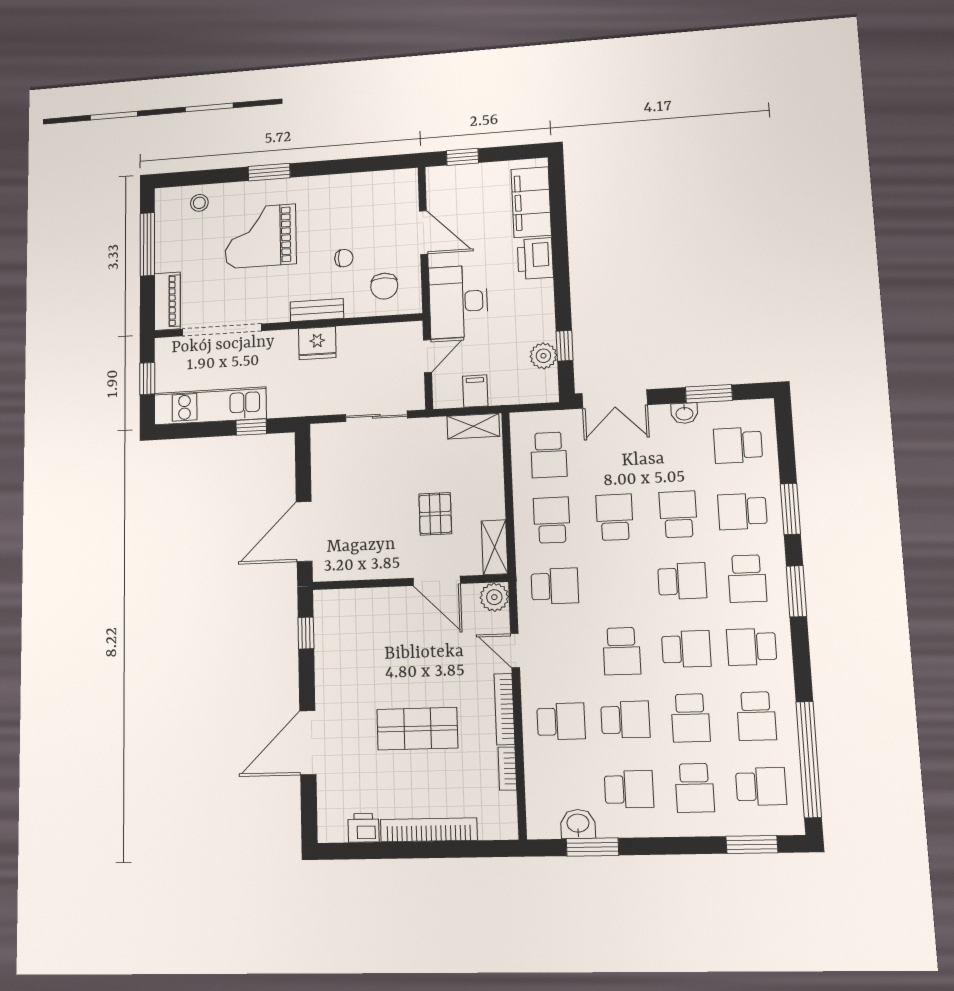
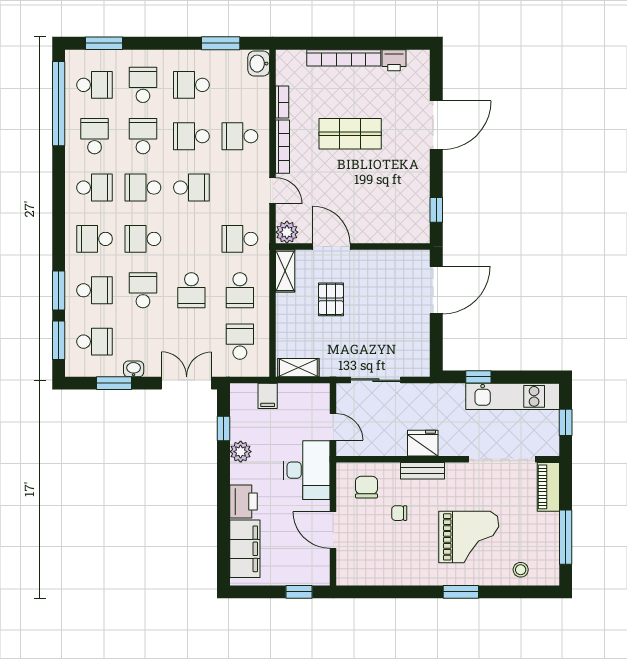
door: (428, 356) -> (333, 427), swing flipped
plant: (543, 356) -> (241, 452), moved
filing cabinet: (475, 391) -> (268, 396), moved
school desk: (678, 514) -> (143, 290), turned 180
school desk: (747, 579) -> (95, 239), turned -90
window: (796, 591) -> (59, 340), moved
school desk: (622, 651) -> (191, 188), turned 90
school desk: (761, 786) -> (95, 85), turned 180
washbasin: (578, 824) -> (259, 64), moved, turned 90

